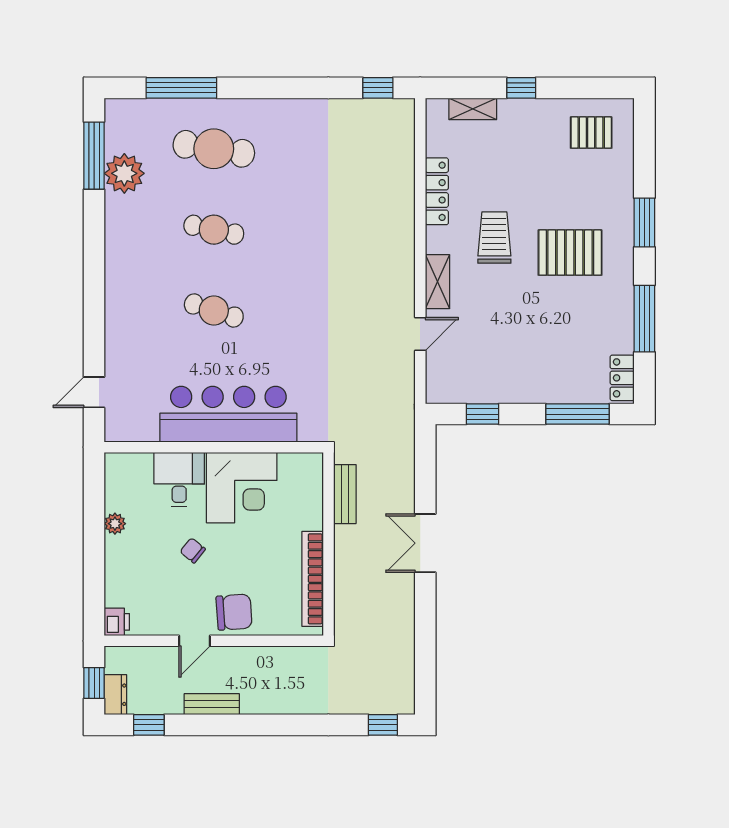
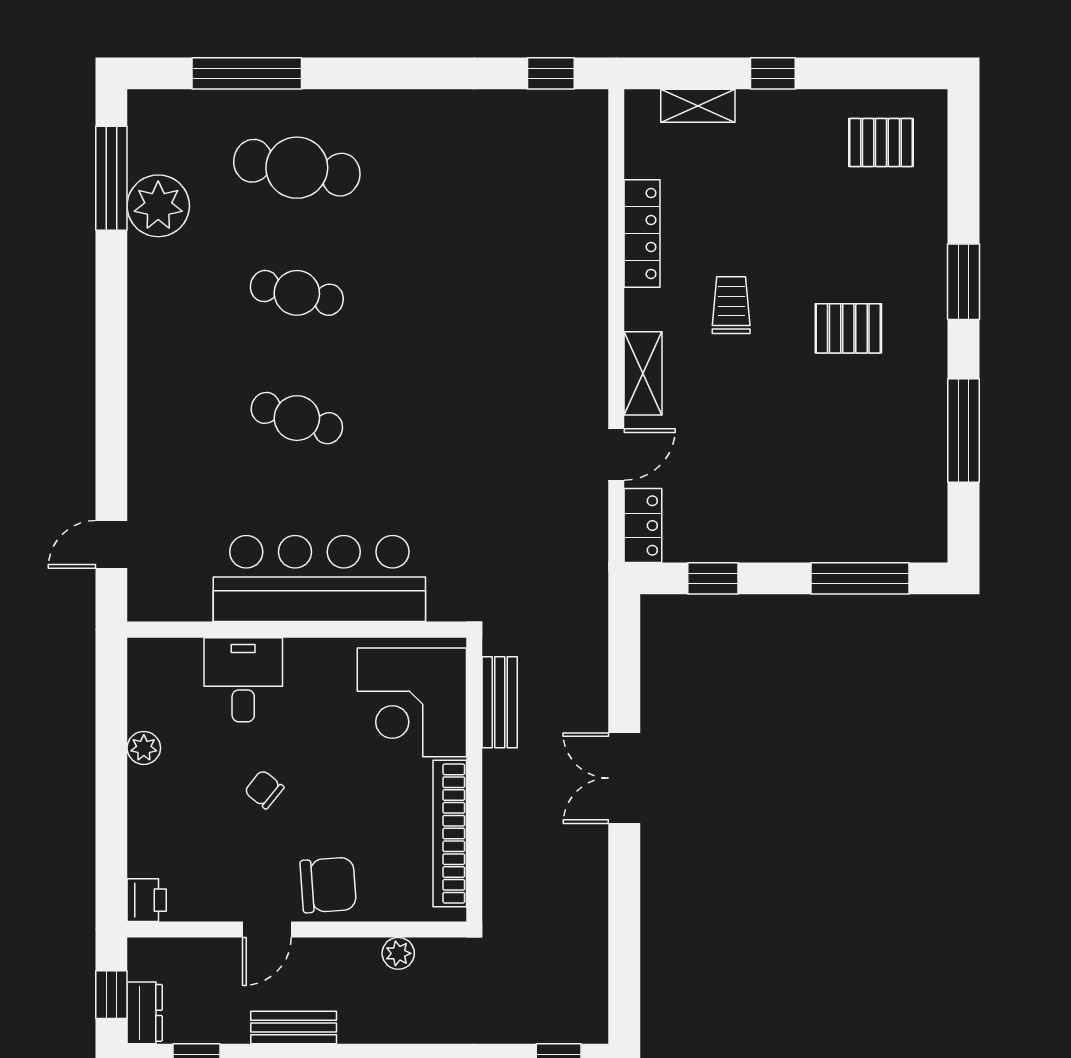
trolley: (494, 238) -> (731, 305), width x0.73, depth x0.72
pallet: (570, 253) -> (848, 328), width x0.67, depth x0.71
locker: (622, 378) -> (643, 526), moved, turned 180
corner desk: (242, 488) -> (412, 702), moved, turned 90
plant: (279, 656) -> (398, 953), added

